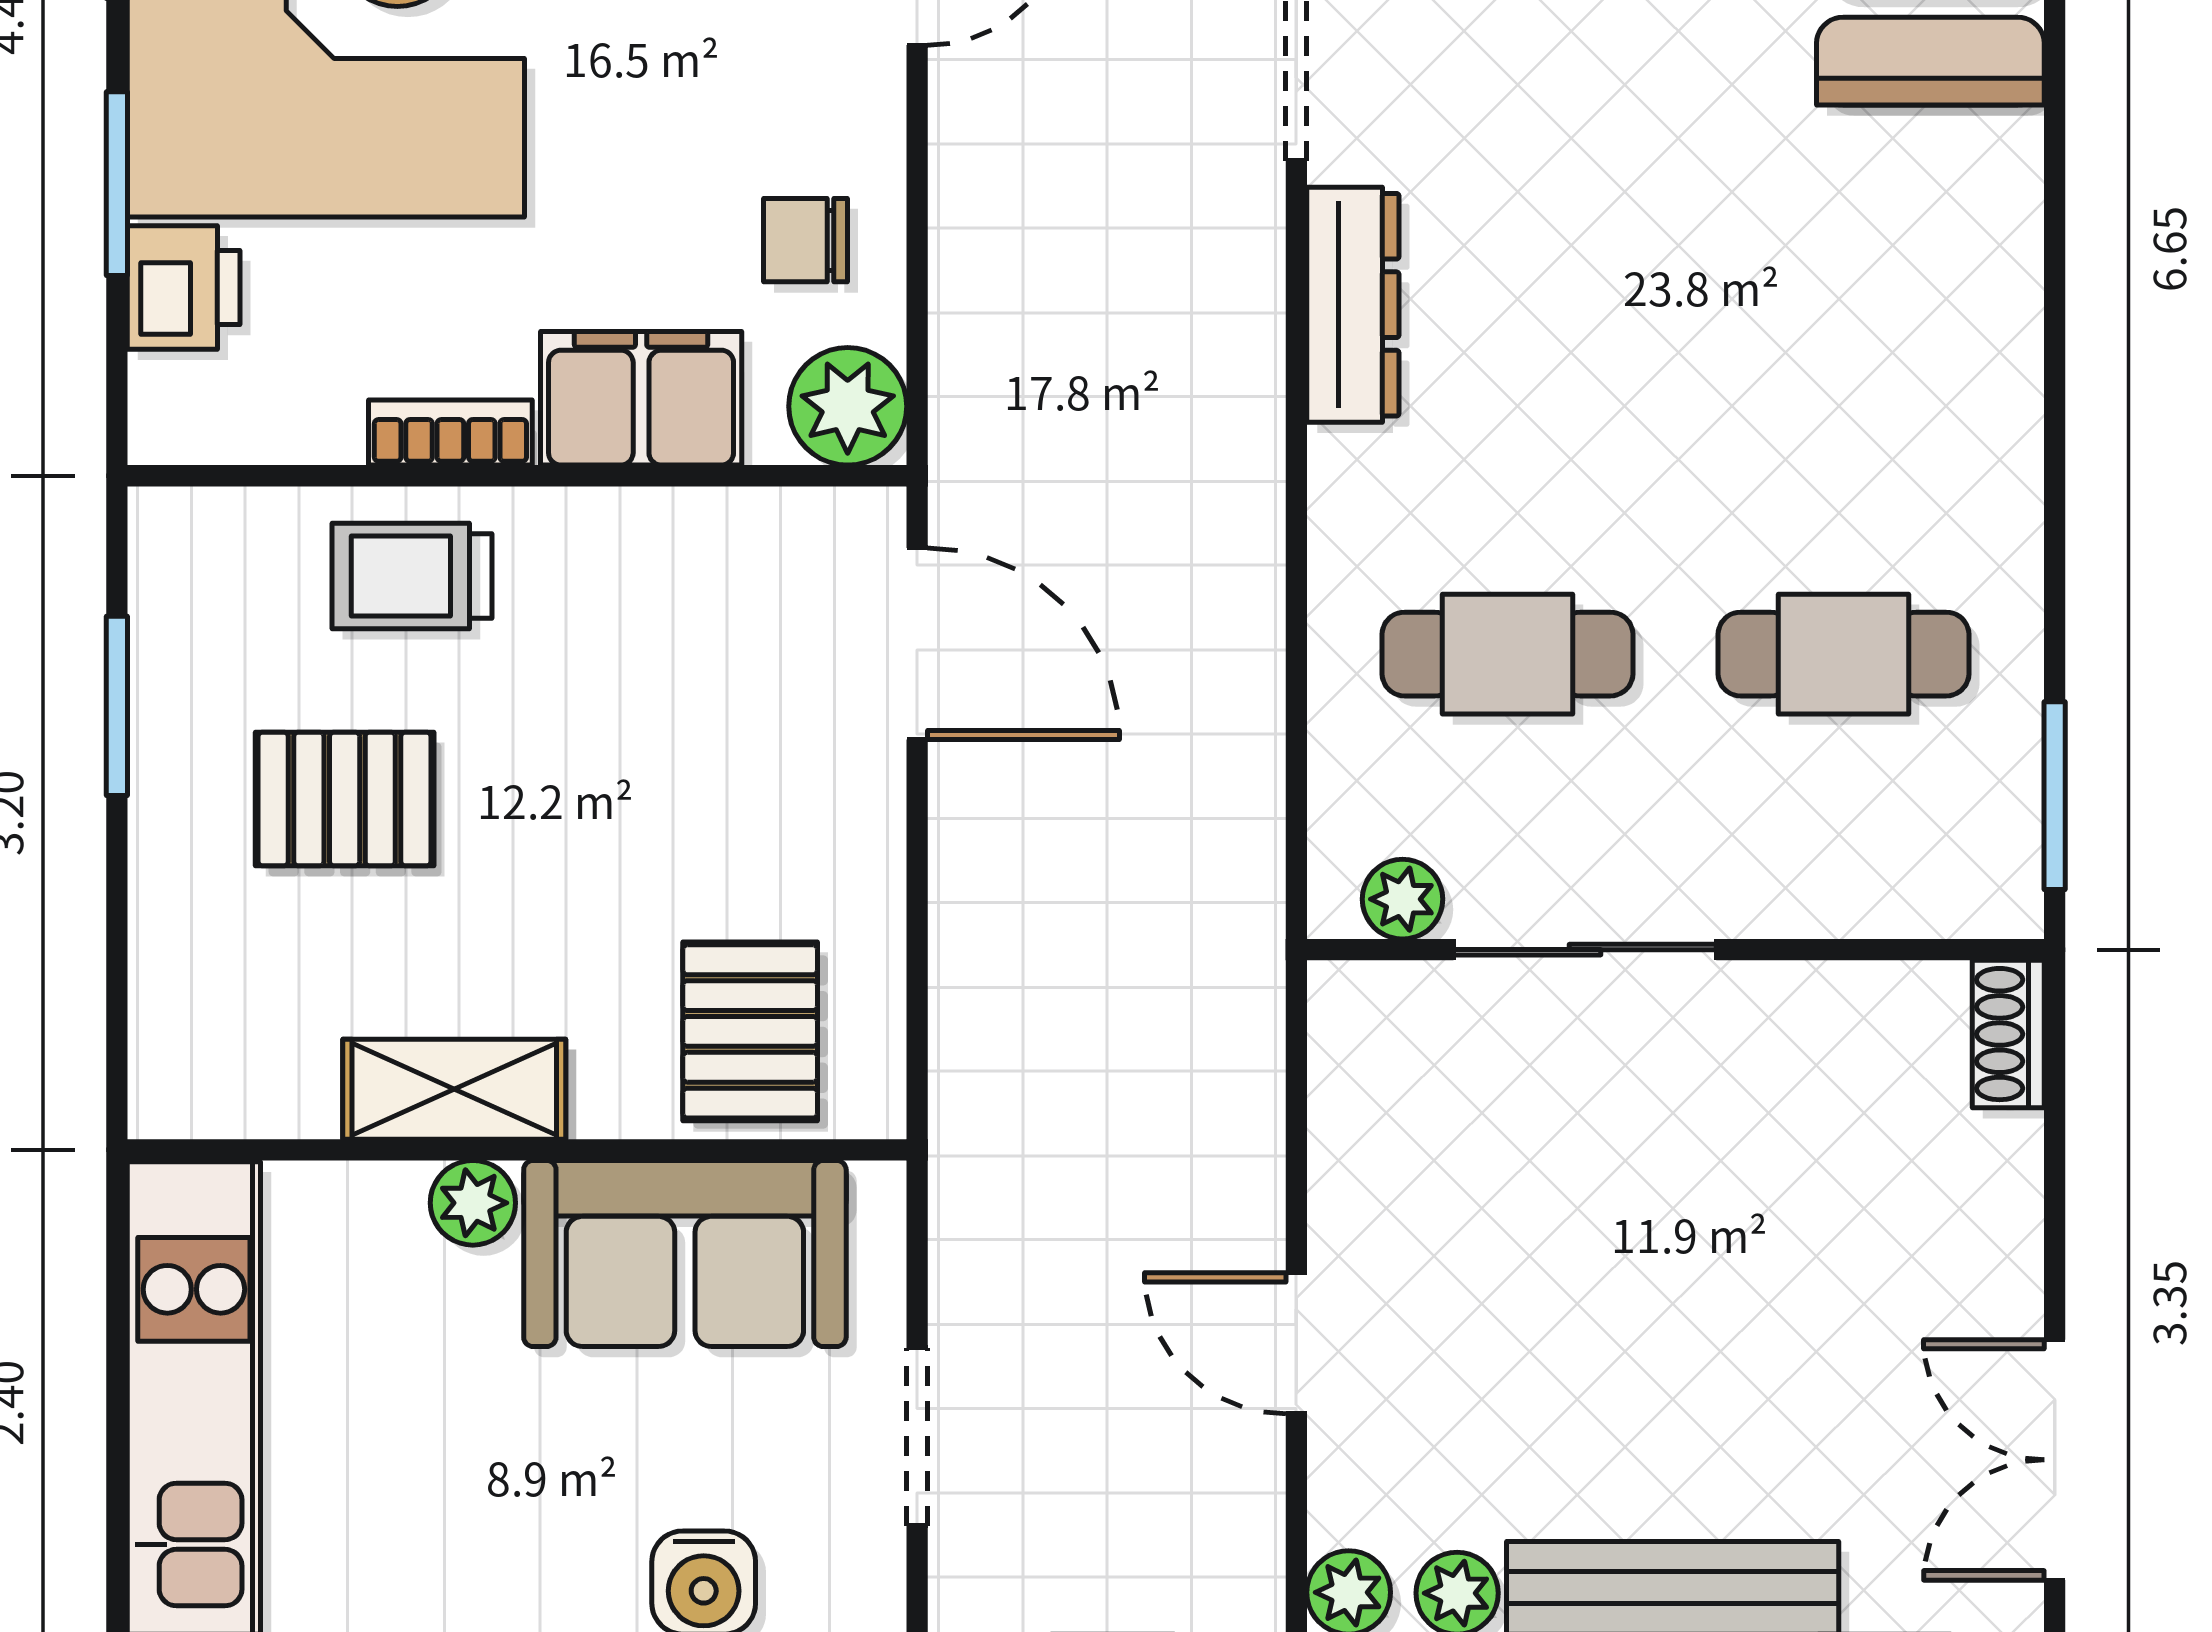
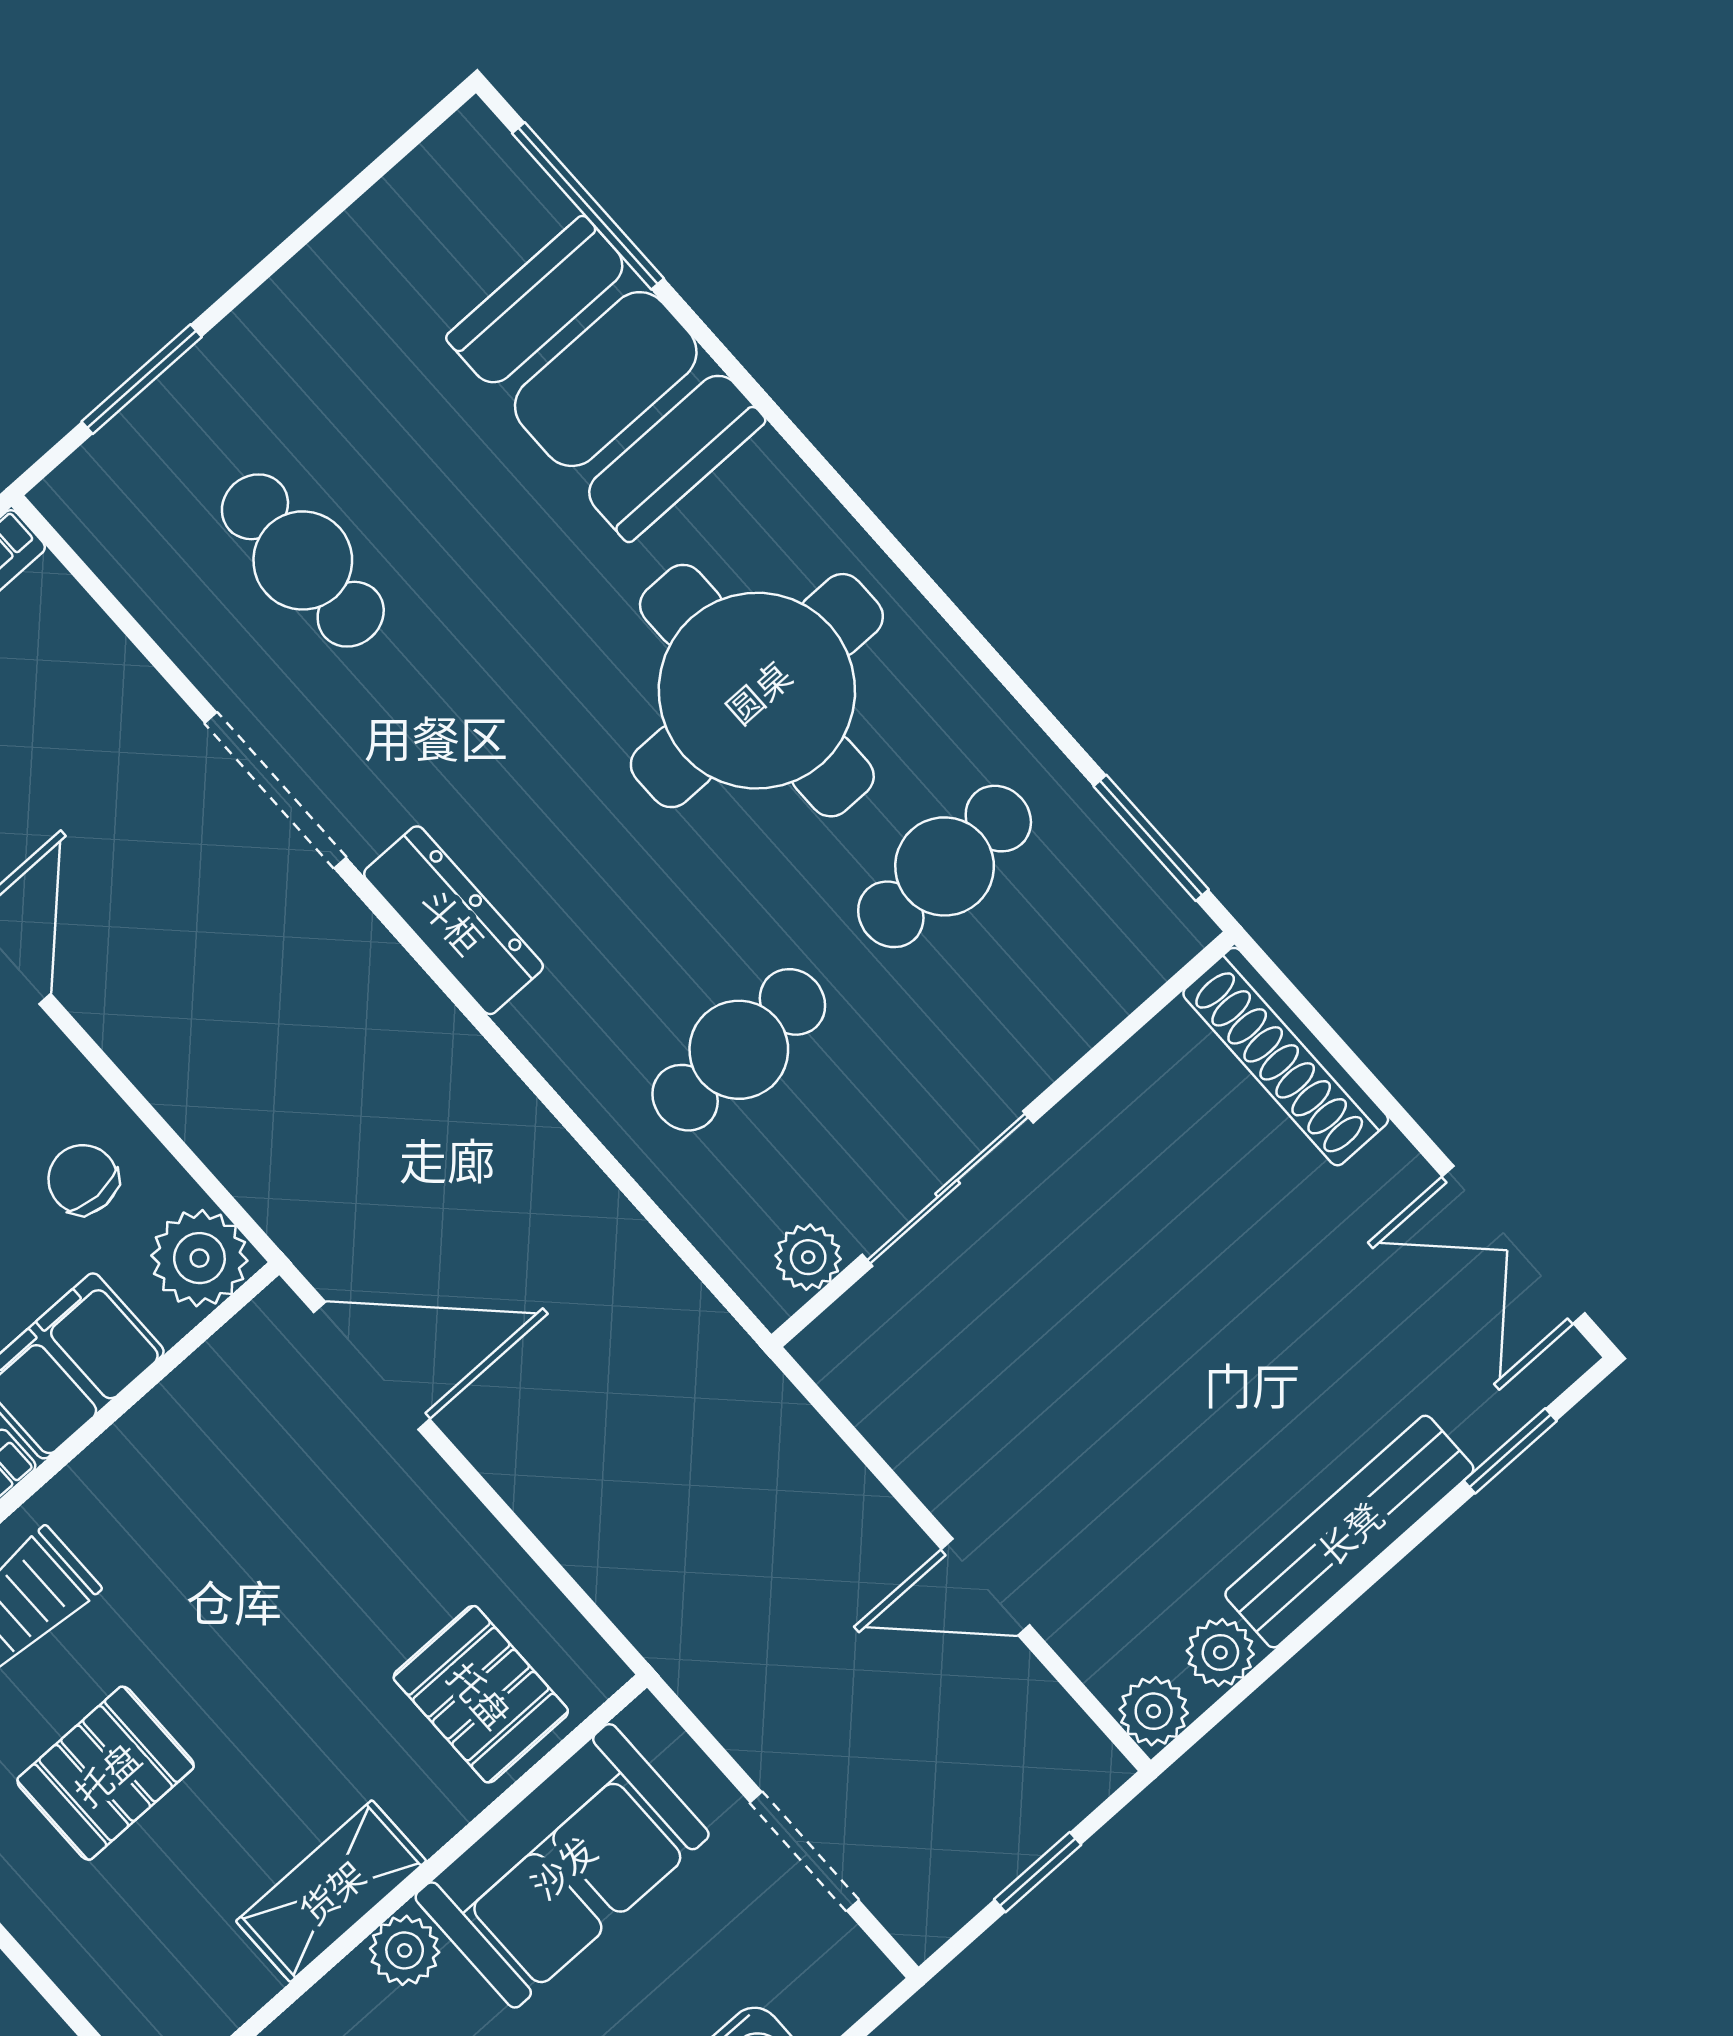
chair: (805, 240) -> (83, 1179), turned 90
round table: (1815, 342) -> (757, 691), added
shoe rack: (2008, 1034) -> (1286, 1057), width x1.94, depth x1.24

